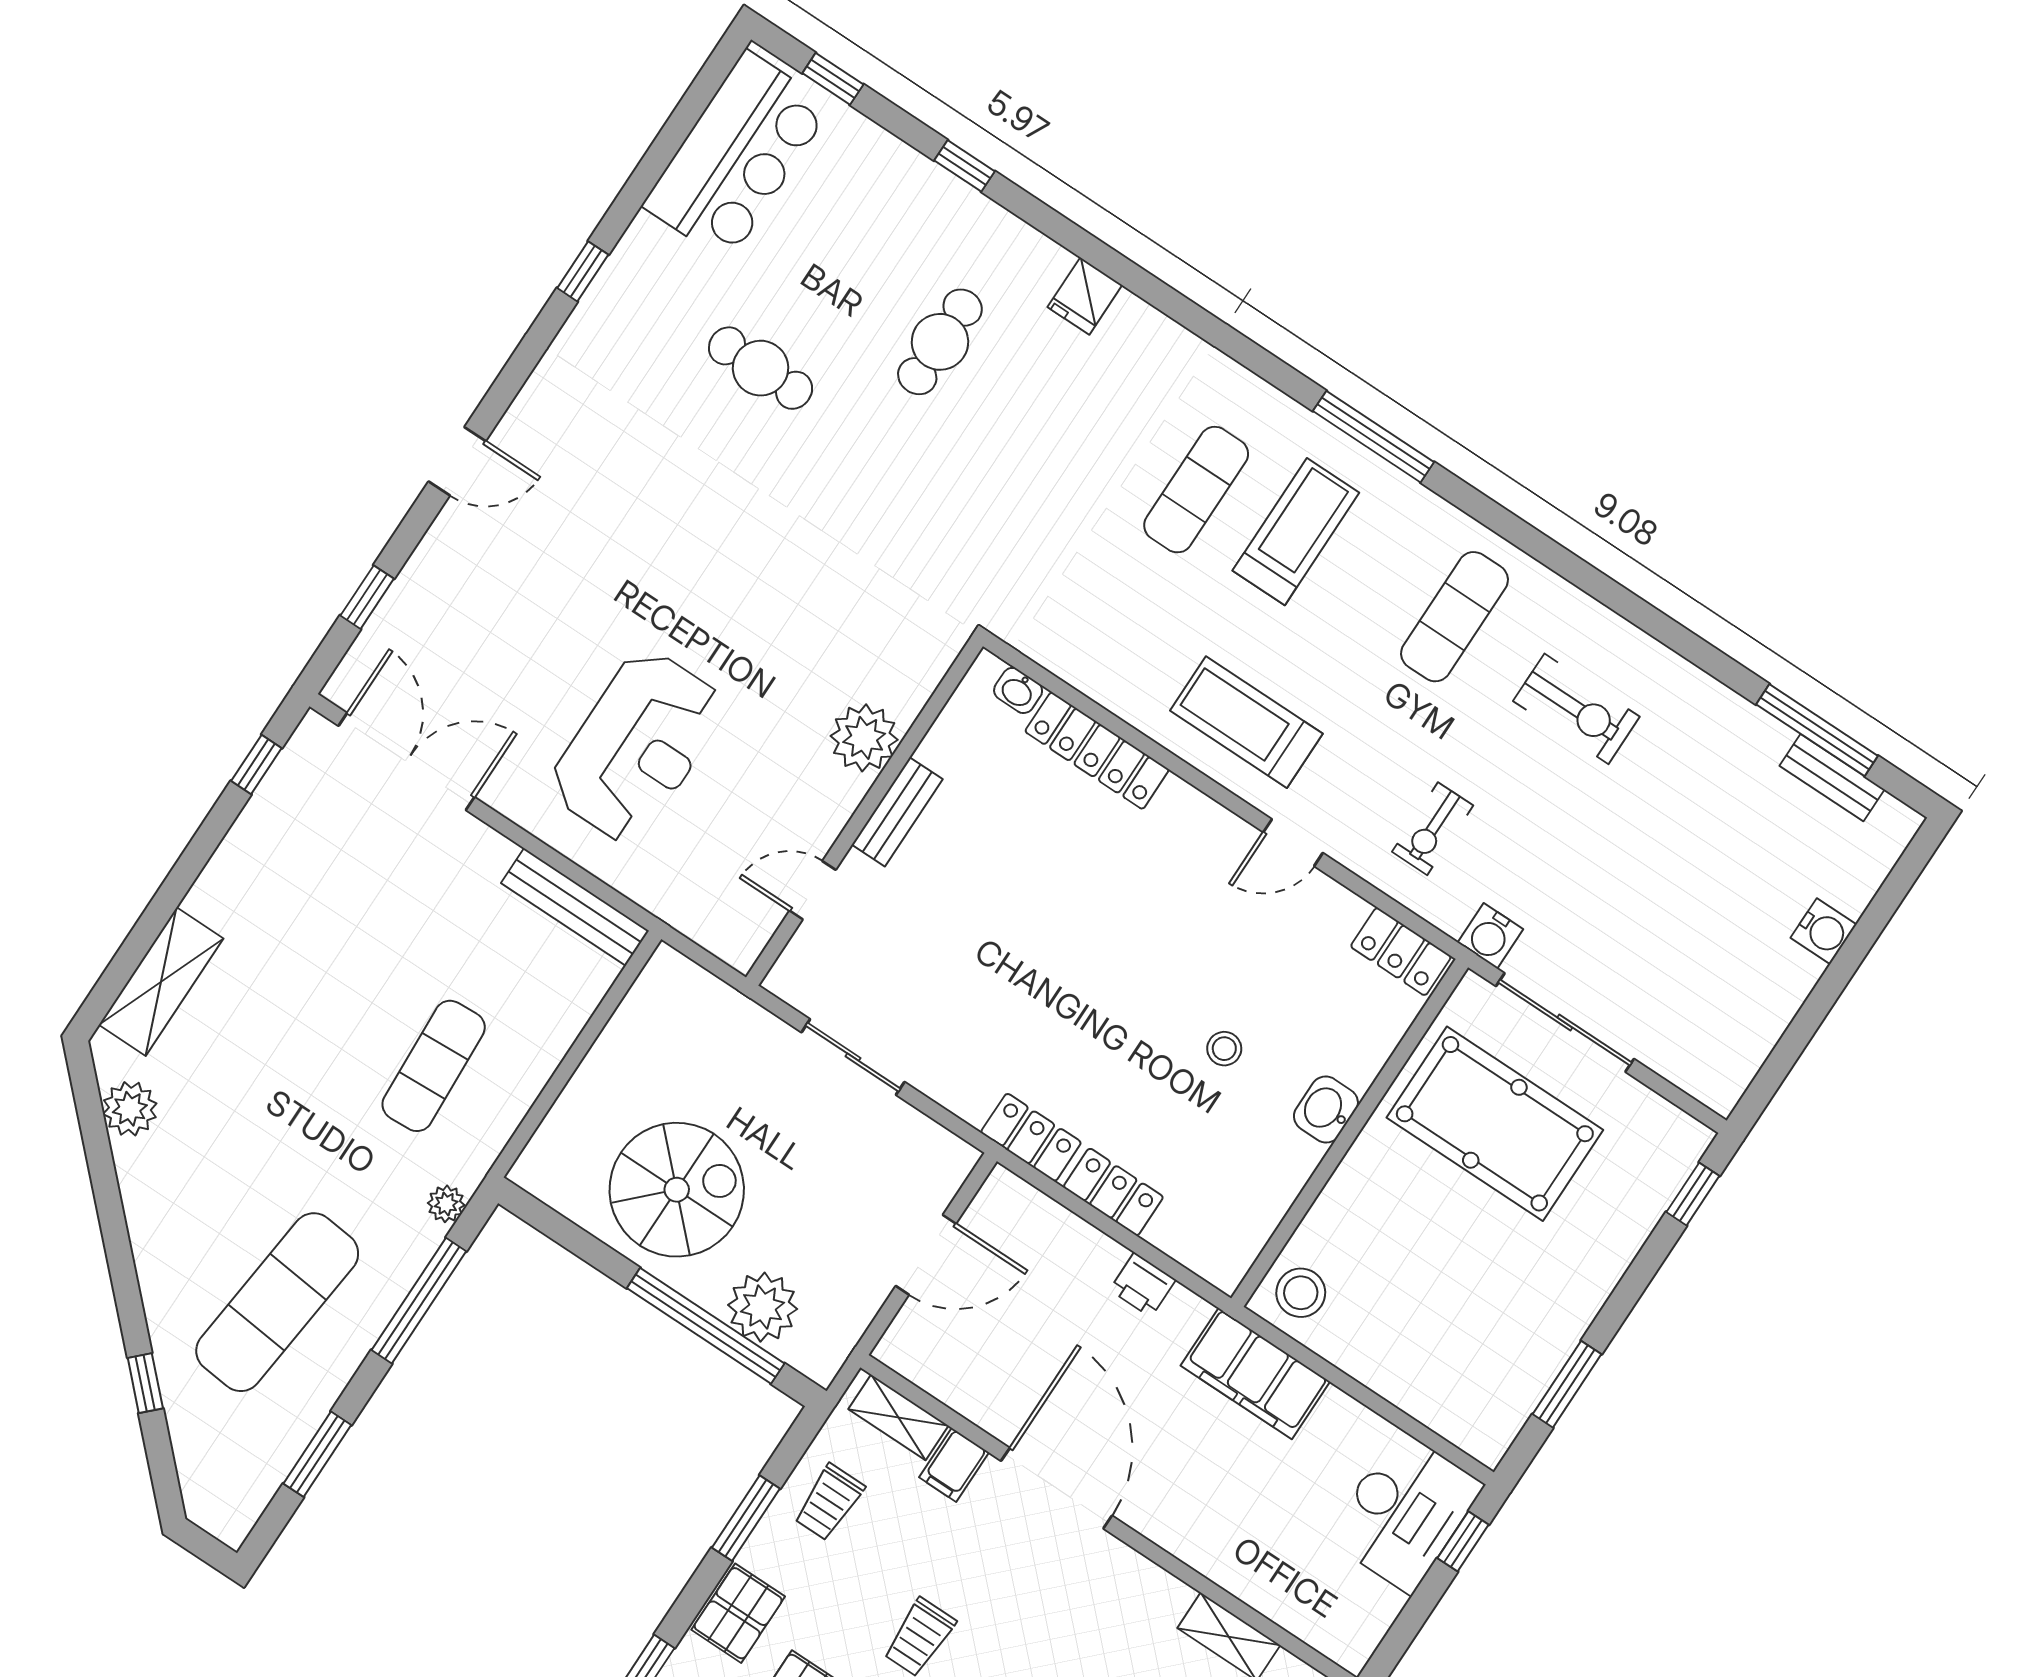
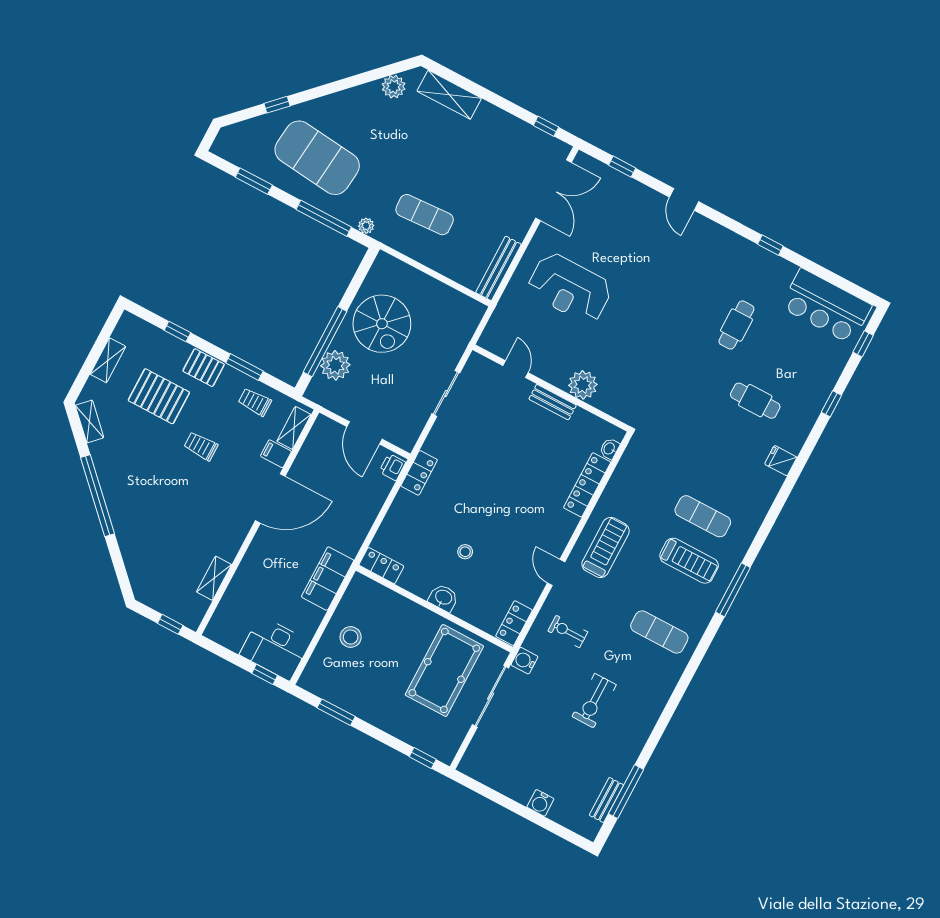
exercise bike: (1576, 709) -> (594, 701), moved
locker: (1113, 1192) -> (381, 566), moved, turned -90
printer: (1143, 1285) -> (392, 467), moved
stool: (1301, 1293) -> (351, 637), moved
exercise mat: (277, 1302) -> (317, 158), width x1.47

